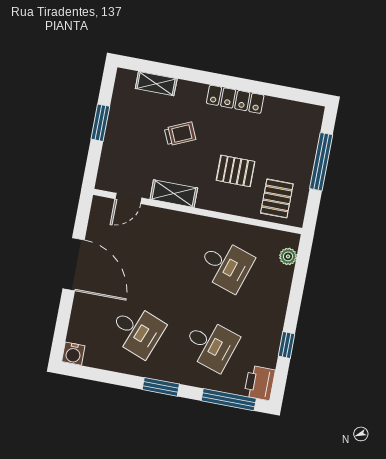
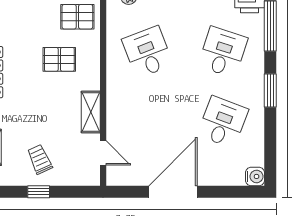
window: (100, 123) -> (39, 192), width x0.67
trolley: (180, 134) -> (40, 159), moved
pallet: (236, 171) -> (59, 59), turned 90
desk: (226, 265) -> (148, 52), turned -39

